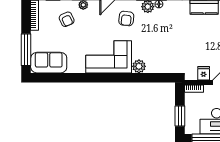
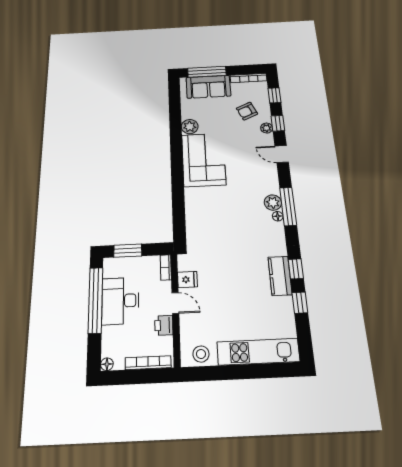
armchair: (126, 18) -> (254, 178), removed
sofa: (49, 63) -> (208, 87), moved, turned 90
plant: (139, 66) -> (190, 127), moved

